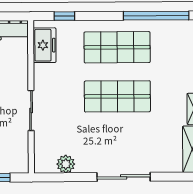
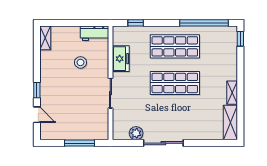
freezer: (45, 45) -> (121, 59), moved
sliding door: (124, 177) -> (163, 143), moved

